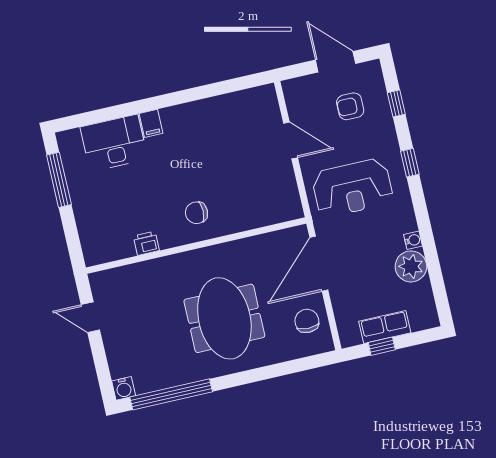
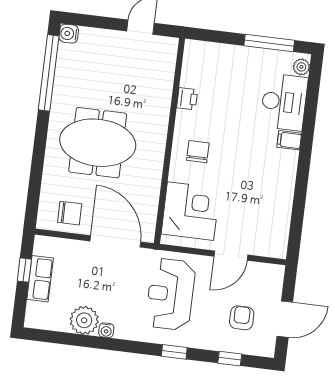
plant: (72, 138) -> (301, 67), added
corner desk: (260, 198) -> (190, 211), added

